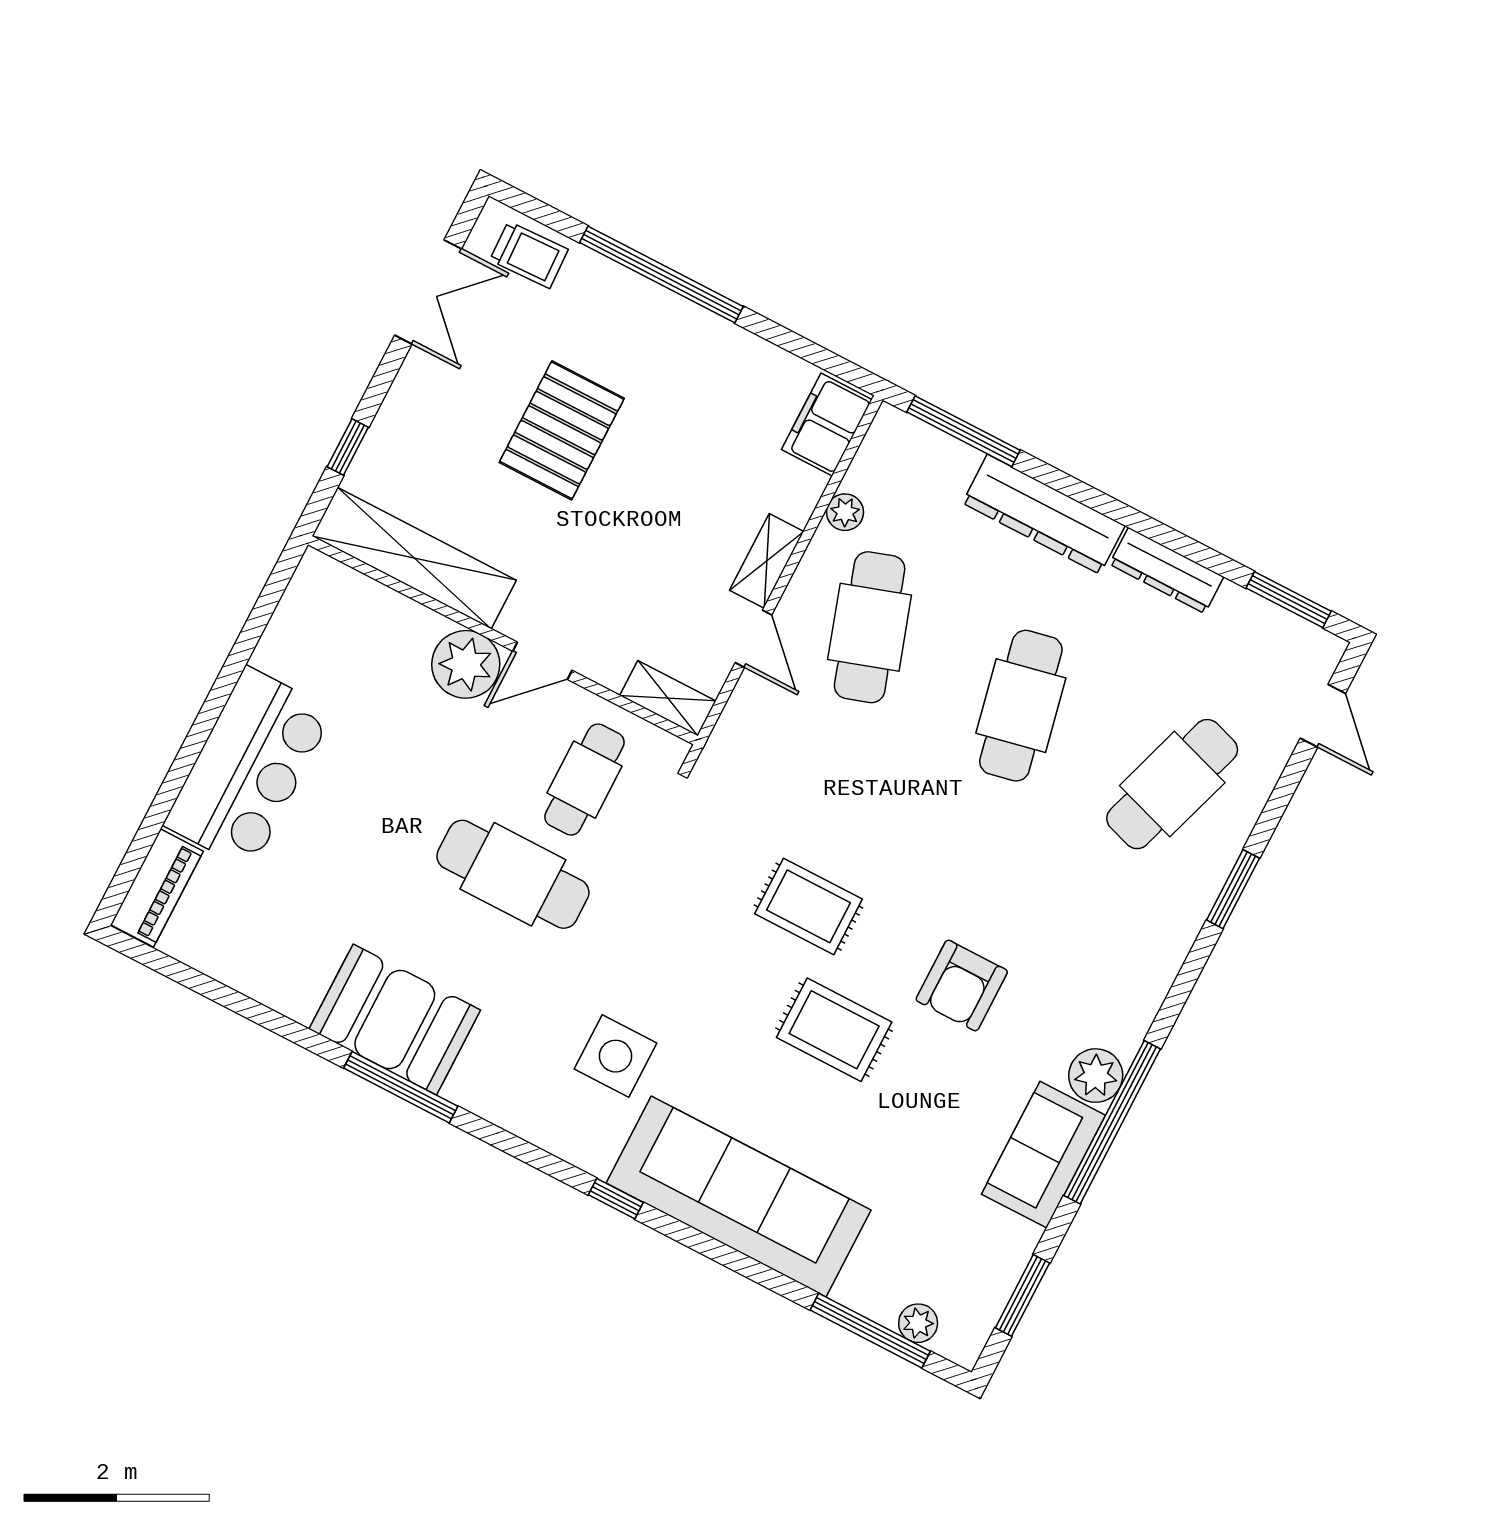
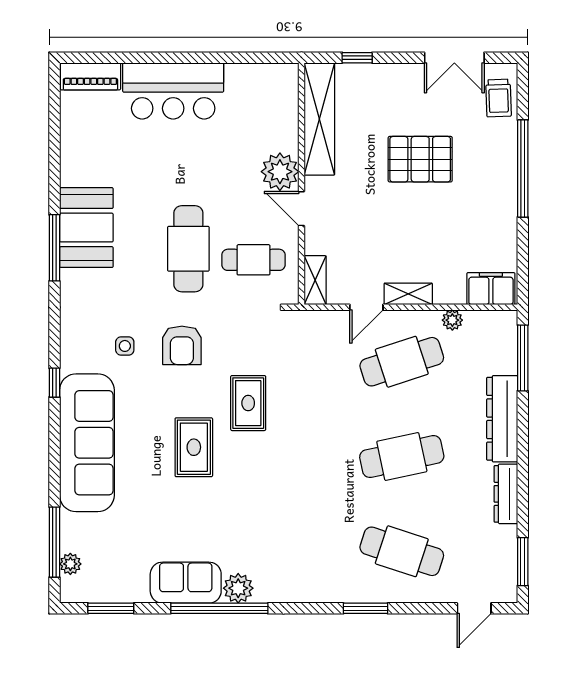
armchair: (962, 985) -> (182, 345), moved, turned -90
side table: (616, 1056) -> (125, 346), width x0.54, depth x0.54

